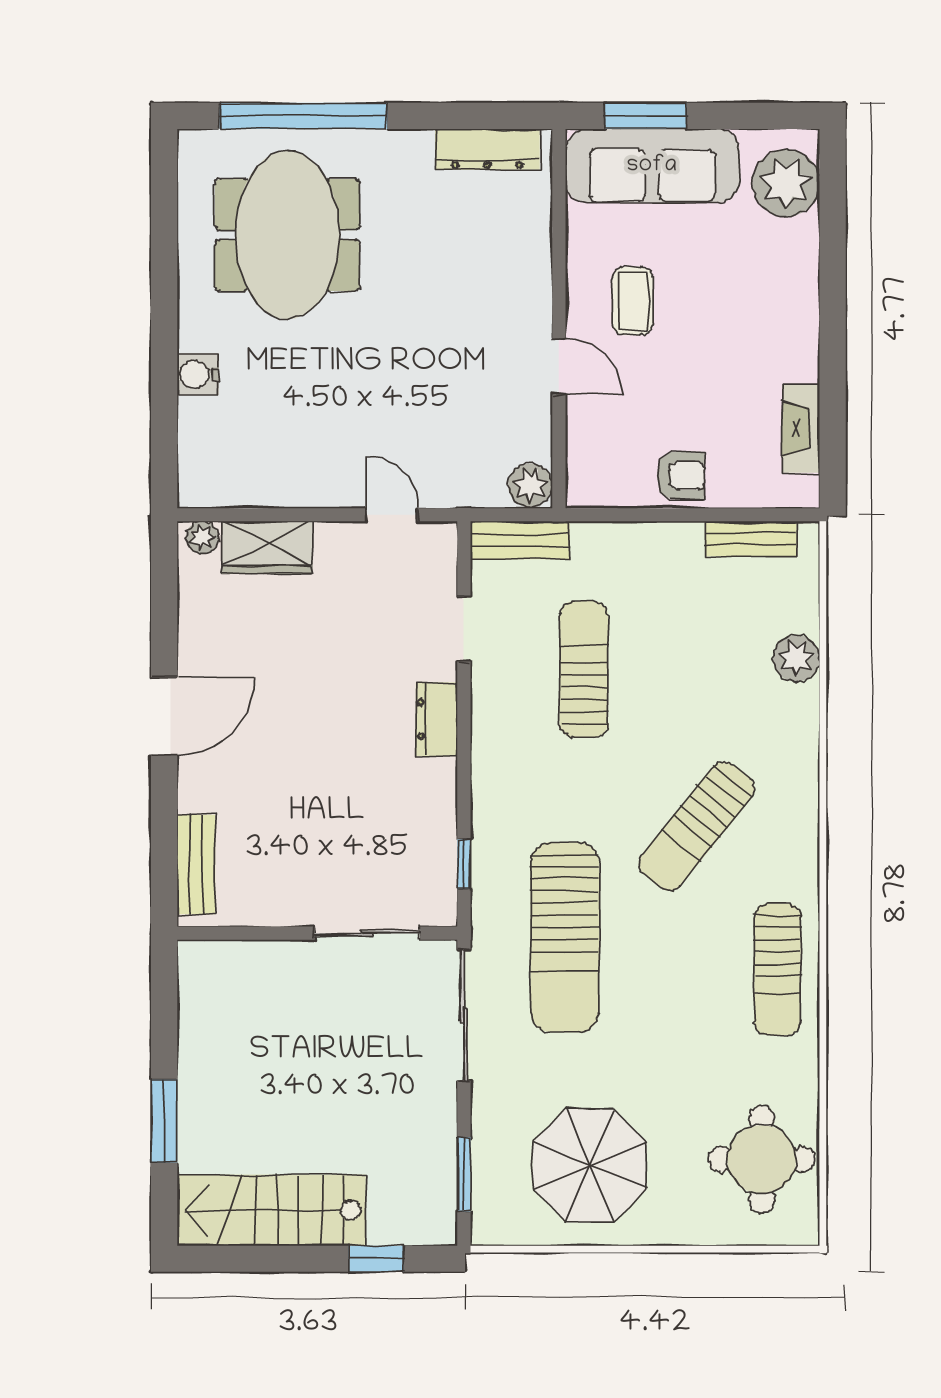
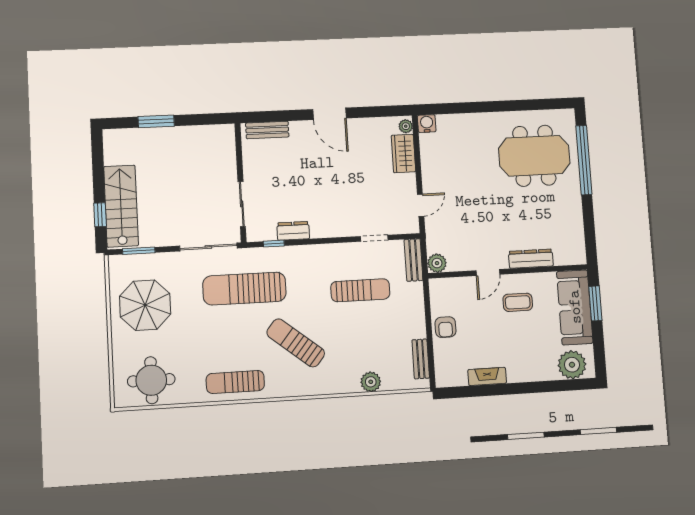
dresser: (487, 149) -> (531, 259), moved, turned 90
water cooler: (198, 374) -> (427, 124), moved
fireplace: (801, 429) -> (487, 376), moved
dresser: (437, 719) -> (293, 231), moved
stairs: (271, 1210) -> (121, 206), moved

